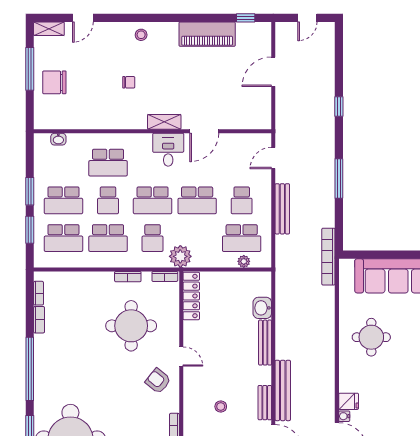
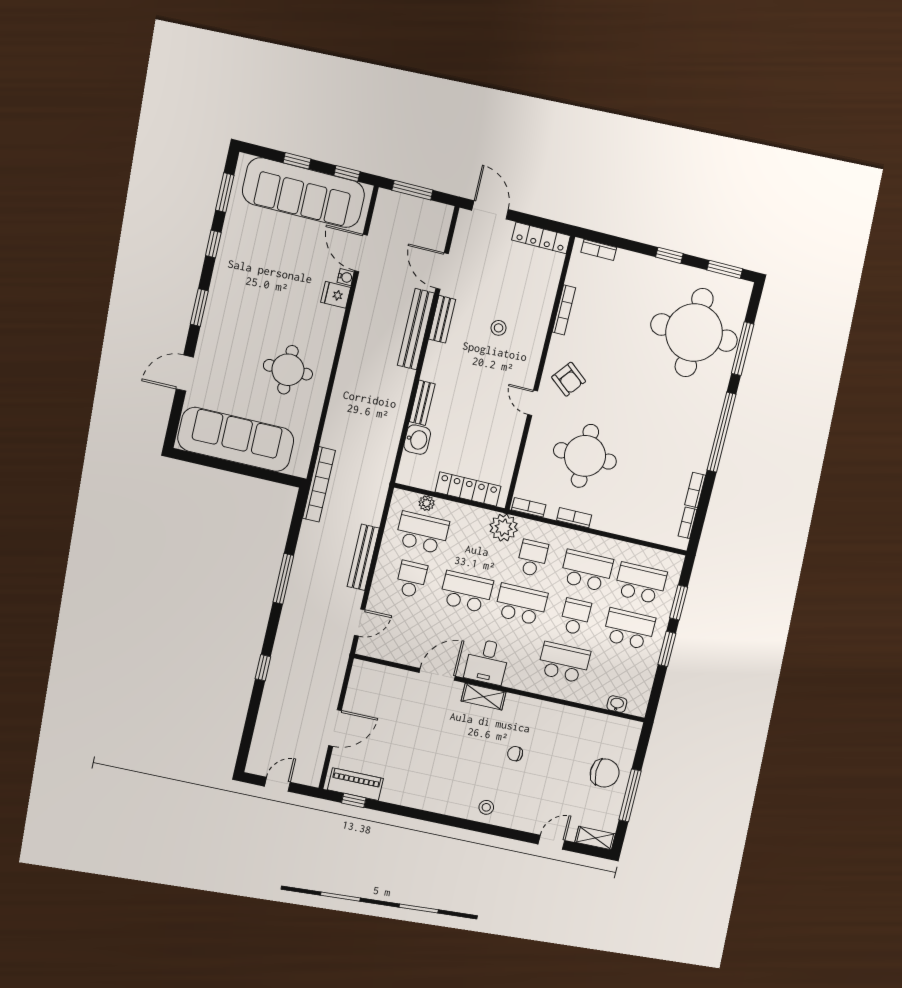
piano: (207, 34) -> (355, 784), moved, width x0.73, depth x0.75
locker: (191, 296) -> (468, 489), moved, turned 90
bench: (265, 343) -> (422, 403), width x0.73

